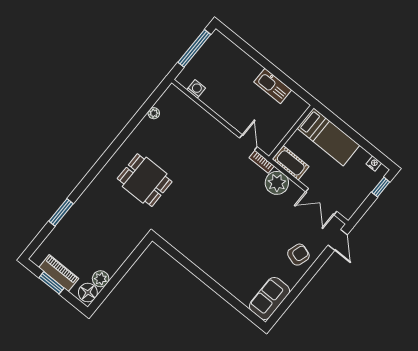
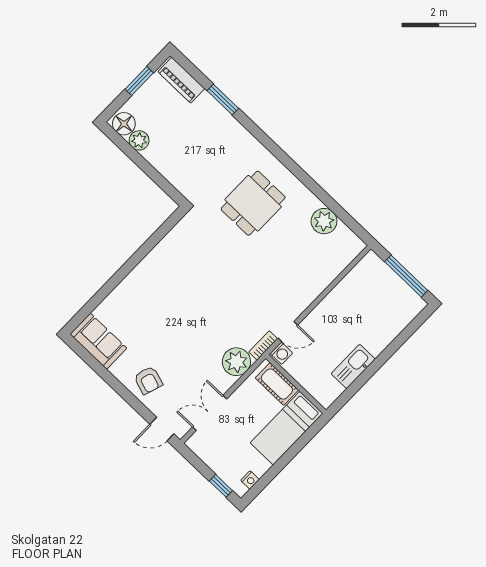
washing machine: (196, 89) -> (281, 353), moved
plant: (154, 113) -> (324, 221), width x1.88, depth x1.88
cot: (291, 163) -> (277, 384), moved, turned 90
piano: (59, 273) -> (181, 80), moved, turned 90

